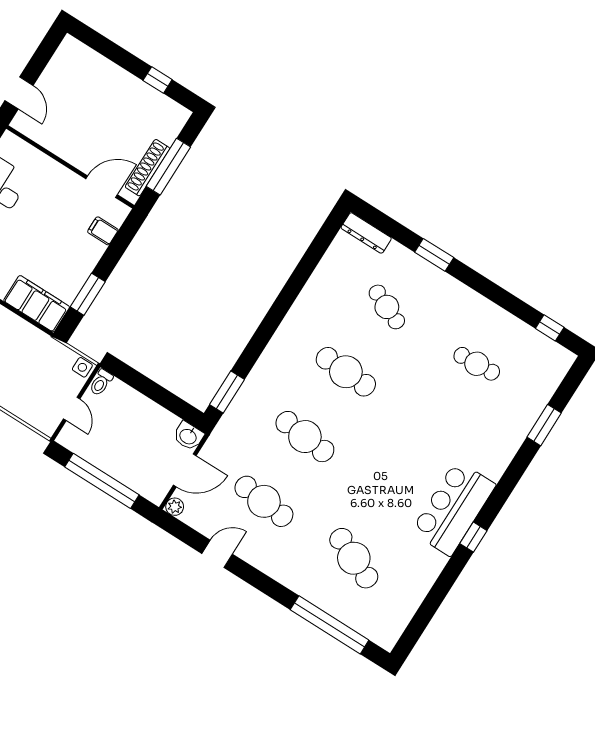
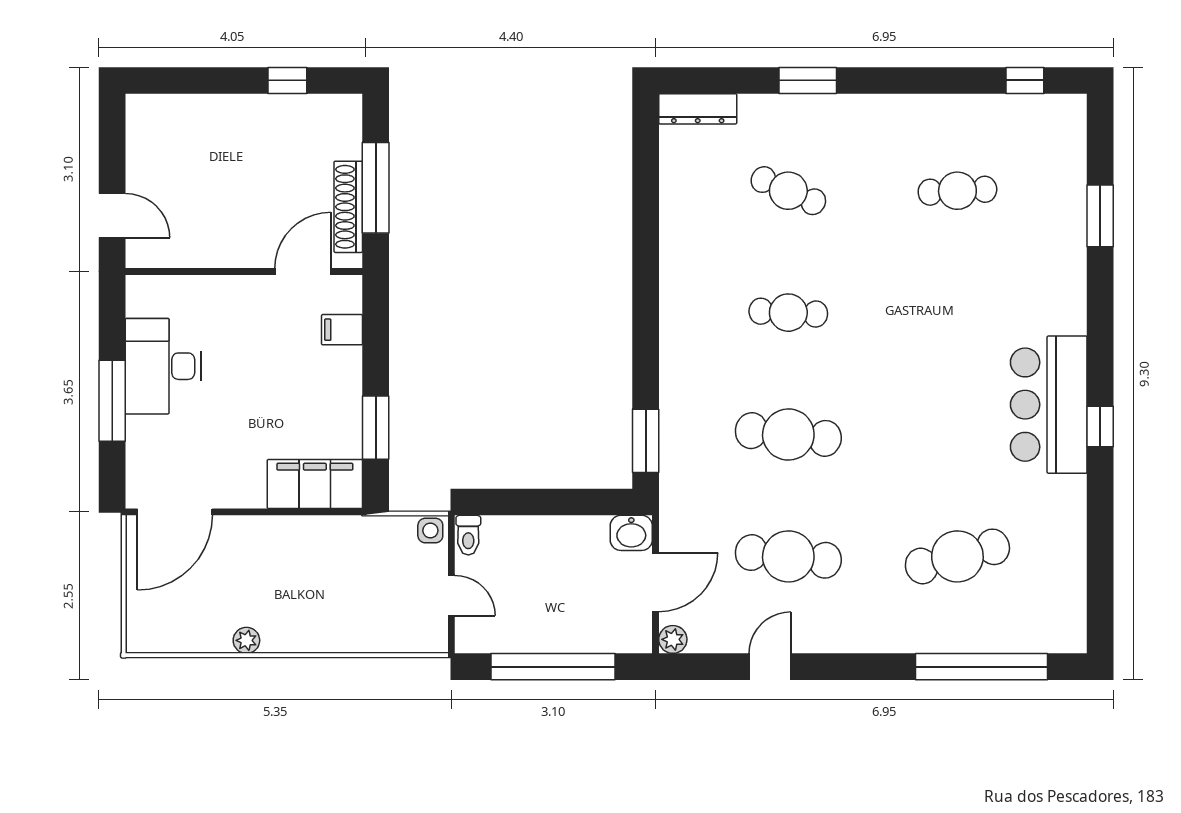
cafe table: (346, 372) -> (788, 313), width x0.73, depth x0.74
cafe table: (354, 558) -> (957, 556), turned -39

